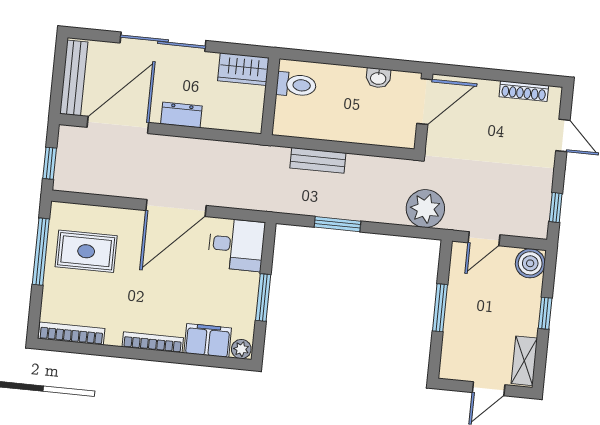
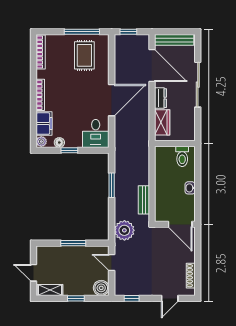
wardrobe: (243, 69) -> (162, 122), moved, turned 180
washbasin: (378, 78) -> (190, 188), moved
bench: (318, 160) -> (144, 200), moved
door: (176, 208) -> (112, 100), swing flipped
window: (263, 297) -> (69, 150), width x0.67
floor lamp: (247, 315) -> (59, 143), added

